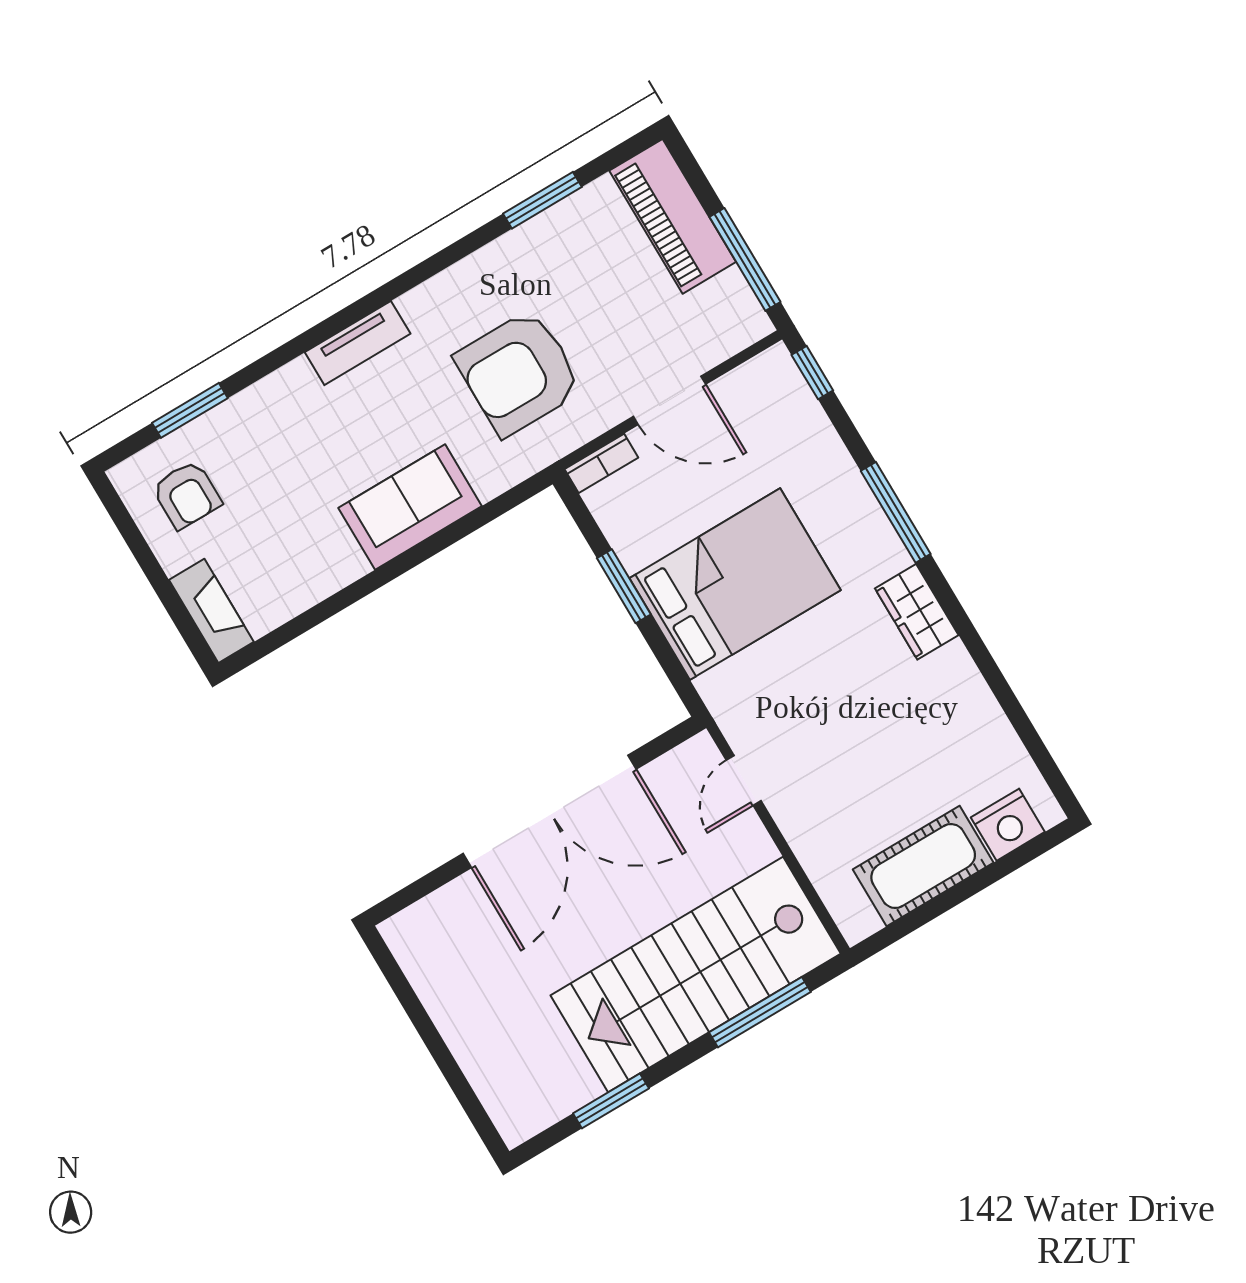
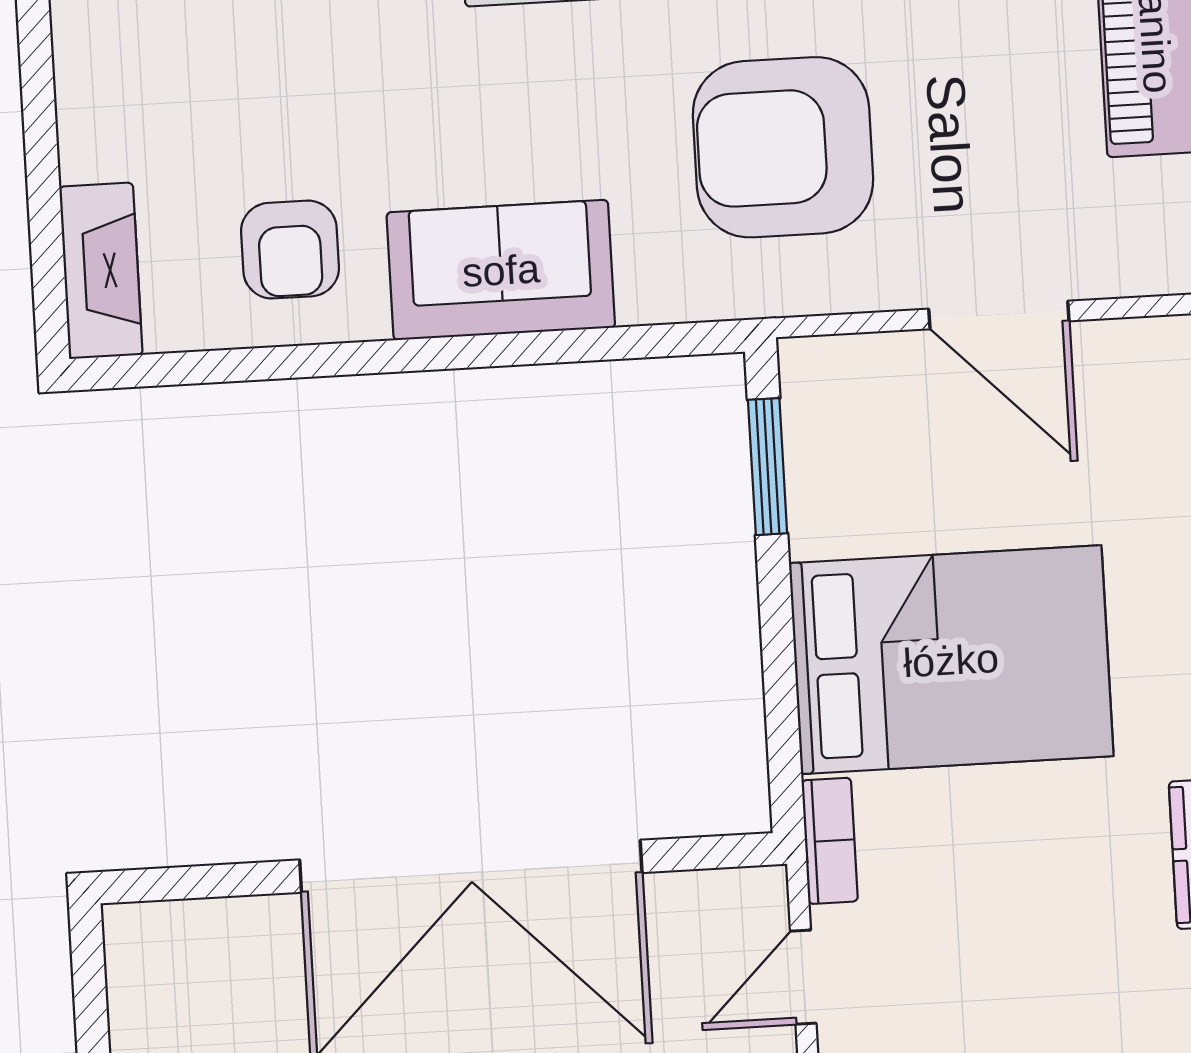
bookcase: (601, 463) -> (830, 841), moved, turned -90
armchair: (187, 495) -> (290, 250), moved
window: (624, 586) -> (768, 467), moved

